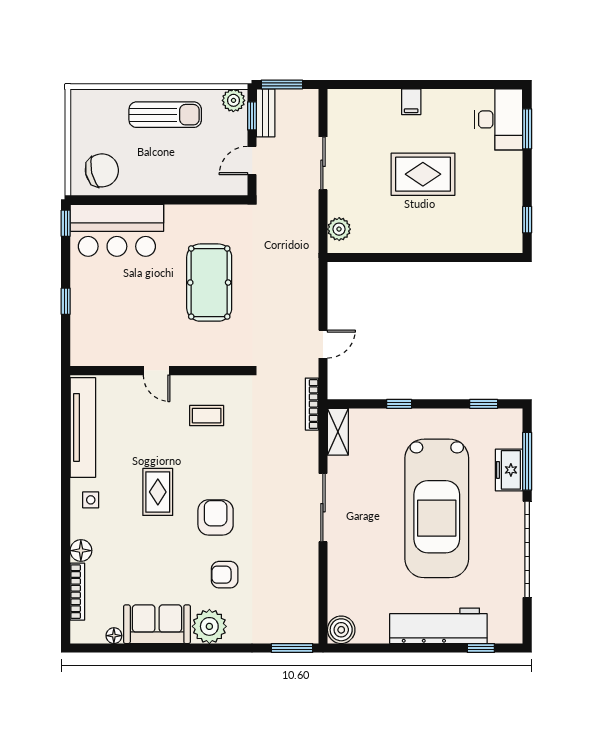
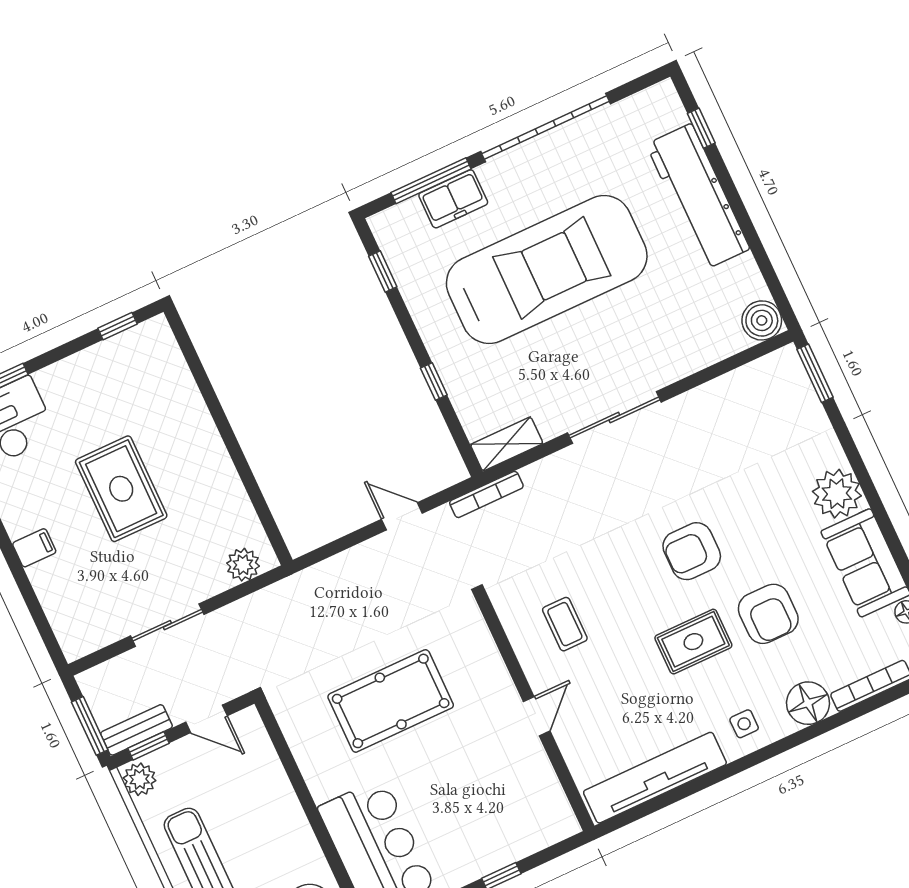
floor lamp: (81, 551) -> (808, 703), width x1.38, depth x1.38
armchair: (225, 575) -> (768, 614), moved, width x1.38, depth x1.38

